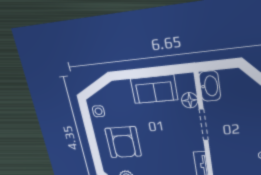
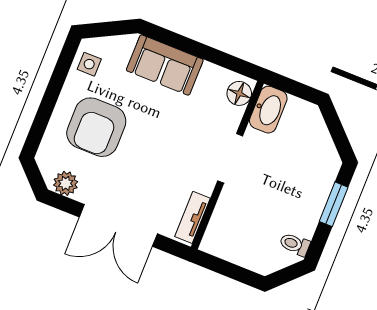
sofa: (154, 89) -> (165, 65), moved
floor lamp: (190, 100) -> (239, 93), moved

